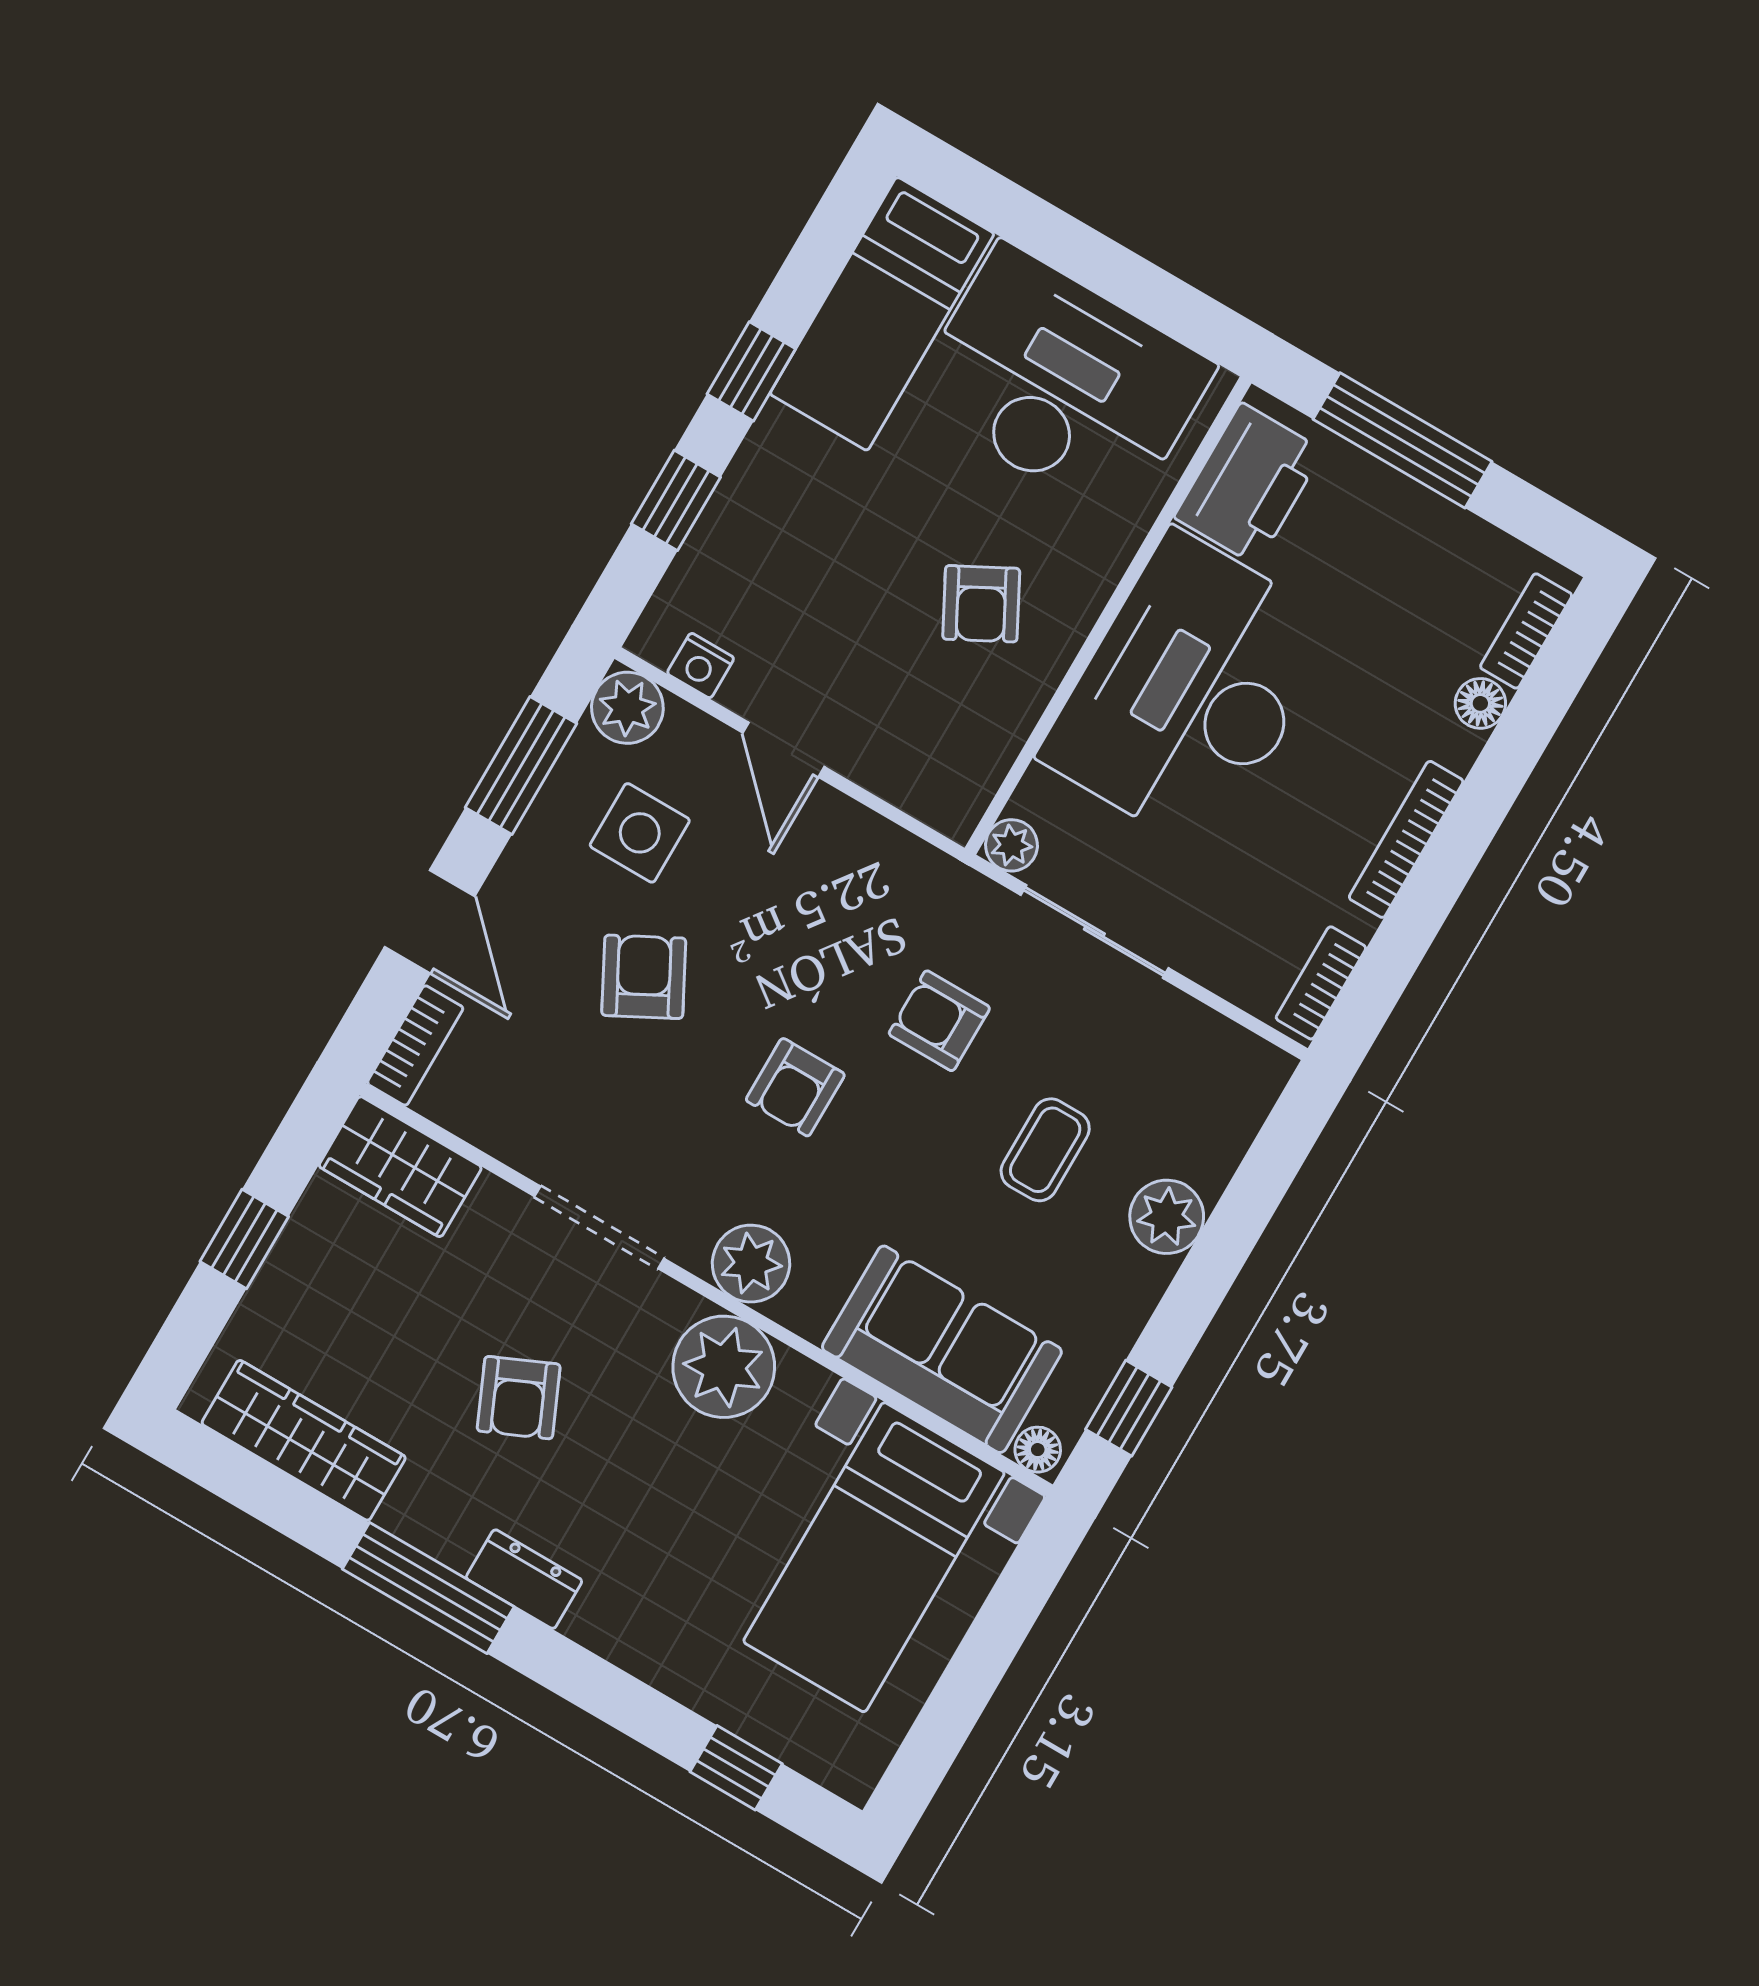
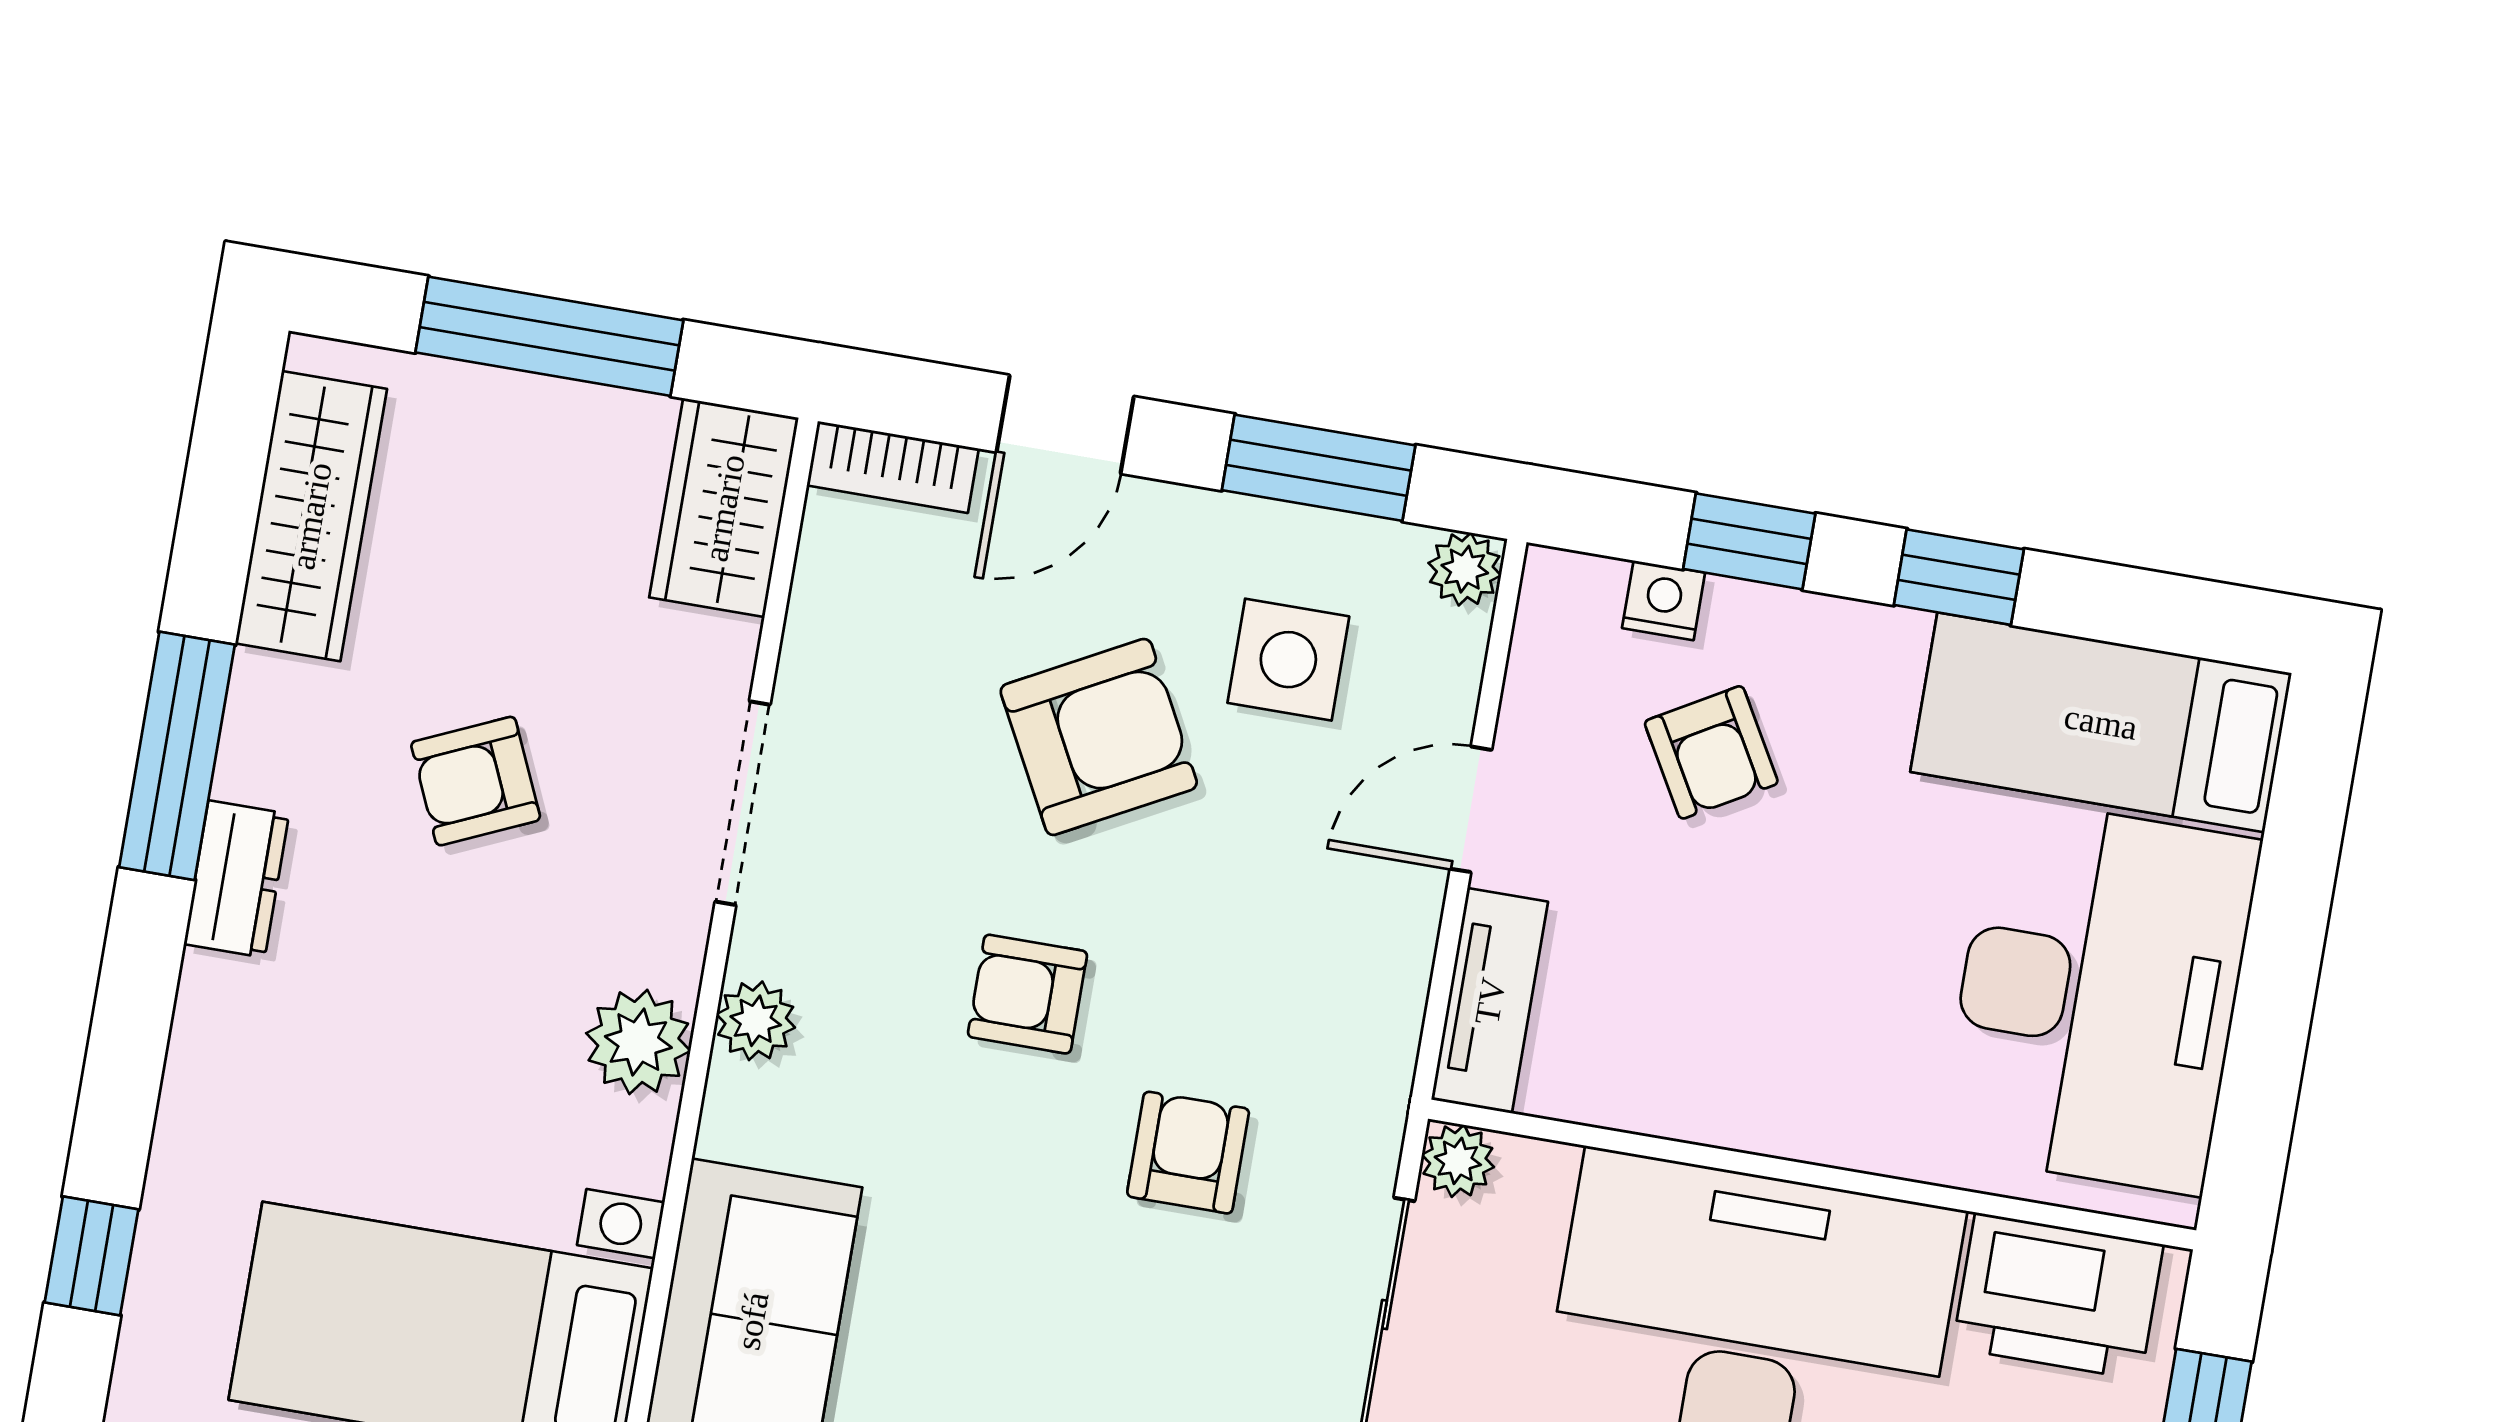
armchair: (981, 604) -> (1711, 752), moved, turned -92
nightstand: (701, 666) -> (1664, 600), moved, turned 90
plant: (627, 708) -> (1465, 569), width x0.73, depth x0.73
tv unit: (914, 785) -> (1490, 1001), added
armchair: (644, 977) -> (1099, 737), width x1.38, depth x1.38
coffee table: (1045, 1150) -> (1069, 1358), removed
window: (244, 1239) -> (549, 336), width x2.17
plant: (751, 1264) -> (756, 1021), width x0.73, depth x0.73
plant: (724, 1367) -> (638, 1042), width x0.73, depth x0.73

